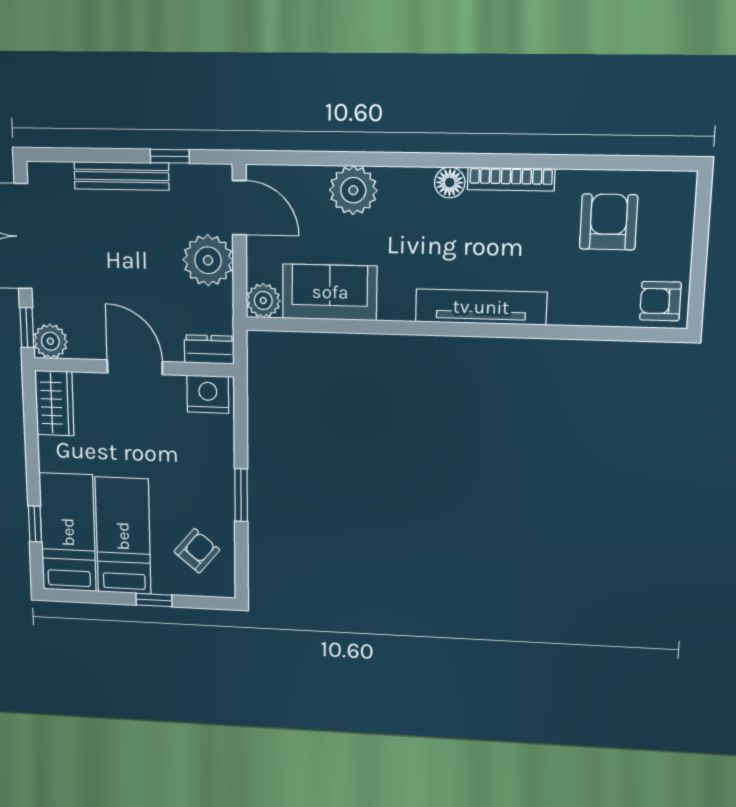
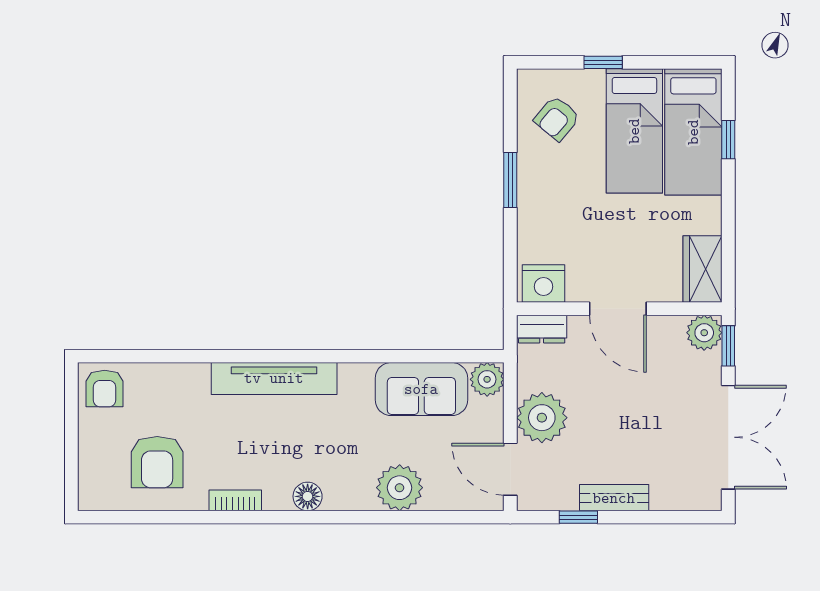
bench: (121, 176) -> (614, 498), width x0.73
bookcase: (511, 179) -> (235, 500), width x0.64
armchair: (660, 301) -> (105, 388), turned 90

